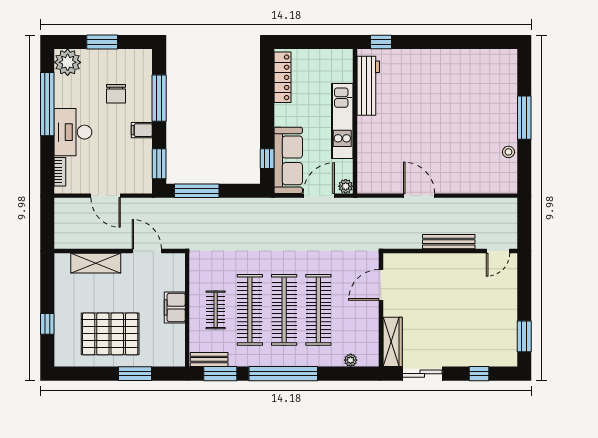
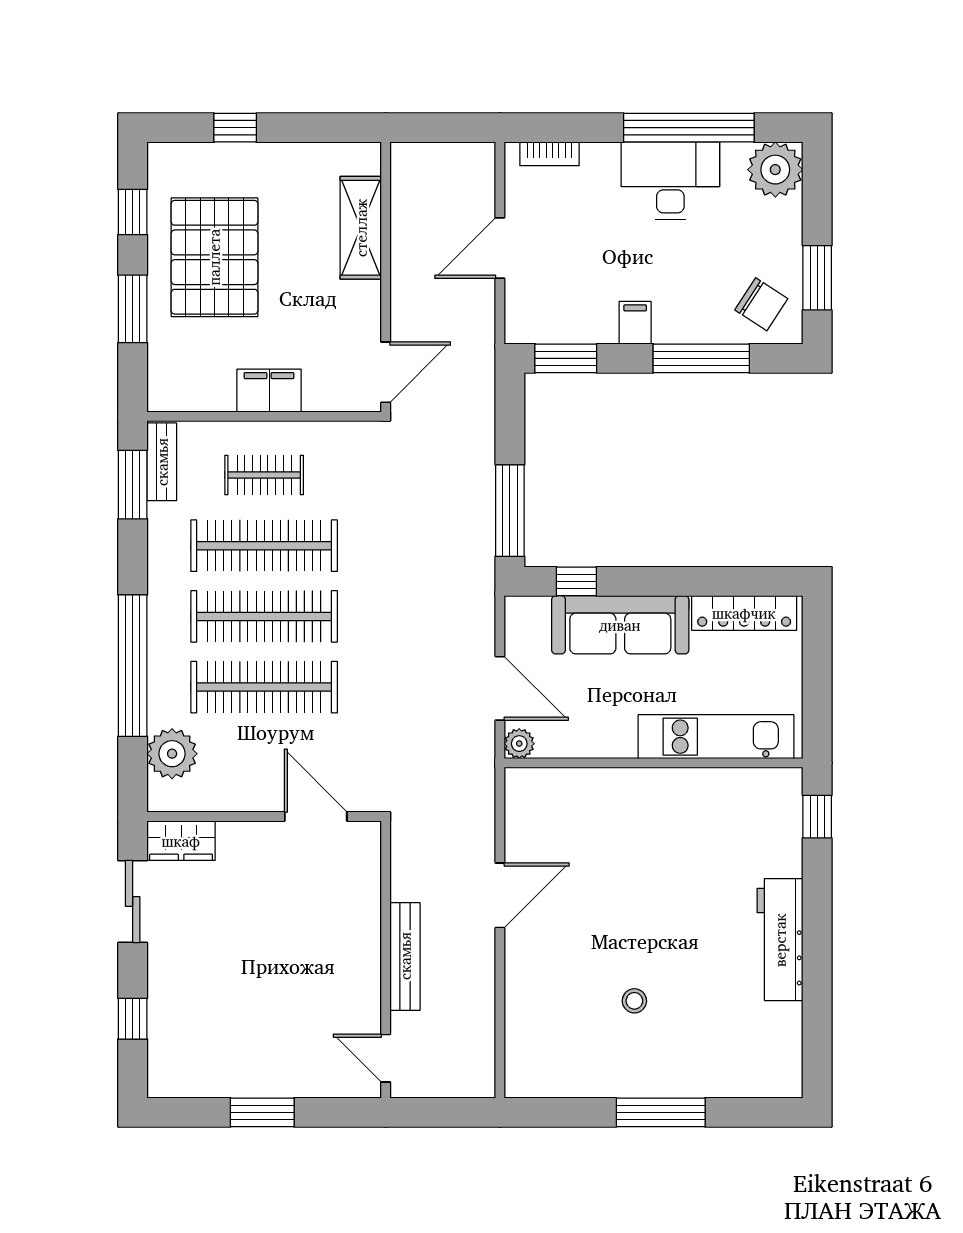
window: (102, 42) -> (817, 278), moved
workbench: (368, 86) -> (780, 940), moved, turned 90
chair: (116, 94) -> (761, 304), moved, turned -147
kitchen unit: (342, 121) -> (716, 737), moved
desk: (73, 132) -> (670, 181), moved
stool: (508, 152) -> (634, 1001), moved
sofa: (288, 160) -> (620, 625), moved
window: (197, 191) -> (510, 511), moved
door: (147, 251) -> (386, 372), moved
window: (524, 336) -> (262, 1112), moved
wardrobe: (393, 342) -> (181, 841), width x0.67
plant: (351, 360) -> (172, 754), width x1.88, depth x1.88
window: (88, 374) -> (133, 212), added
window: (283, 374) -> (133, 666), moved

